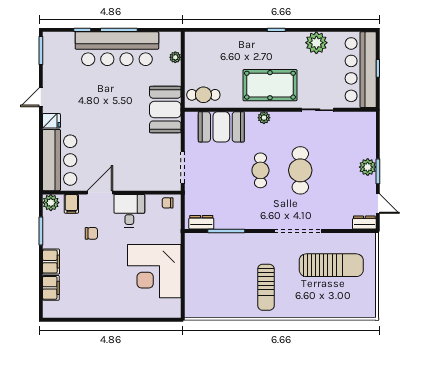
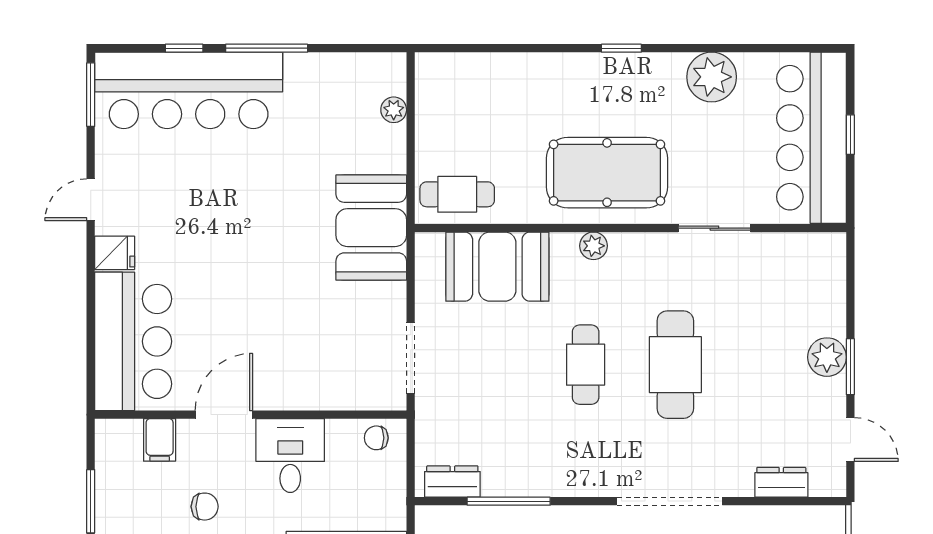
bar counter: (117, 49) -> (189, 90), moved
plant: (51, 203) -> (113, 437), removed
dresser: (364, 223) -> (781, 482), moved

